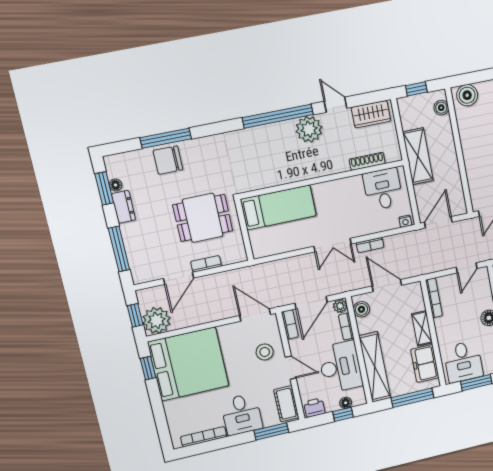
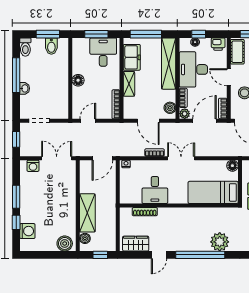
door: (336, 105) -> (159, 255), hinge flipped
plant: (309, 129) -> (220, 242), moved
shelving: (418, 156) -> (87, 213), moved
desk: (383, 189) -> (155, 190), moved
floor lamp: (260, 250) -> (232, 166), added

